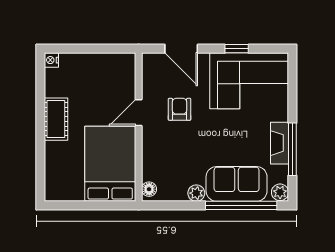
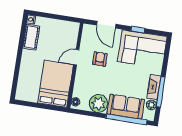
cot: (56, 119) -> (31, 37), moved
plant: (280, 192) -> (151, 105), moved
plant: (196, 193) -> (98, 103), width x1.87, depth x1.87

